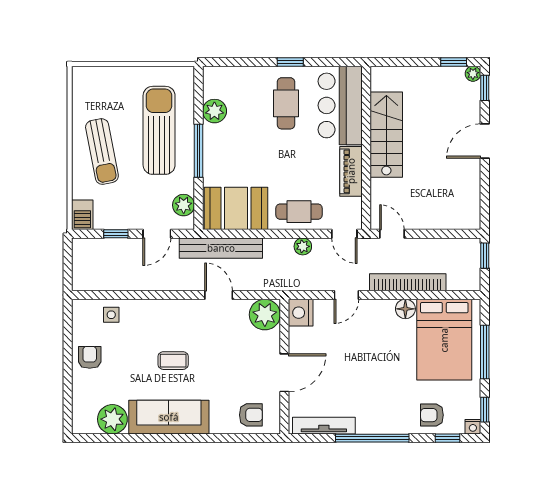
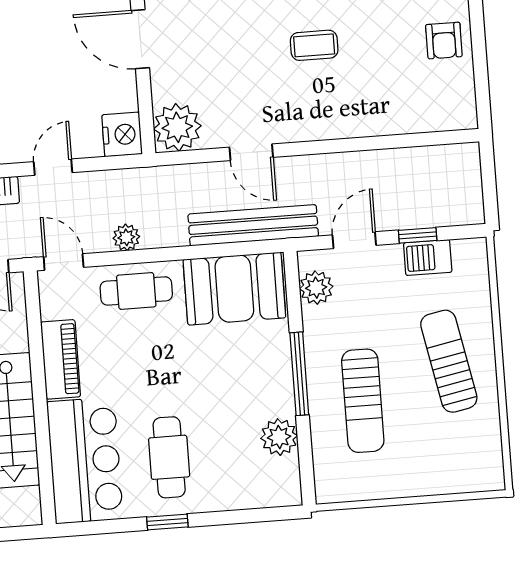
sun lounger: (159, 130) -> (363, 401), width x0.73, depth x0.75
barbecue: (82, 215) -> (428, 258), moved, turned -90
side table: (111, 315) -> (415, 109), removed
door: (284, 373) -> (140, 39), hinge flipped

